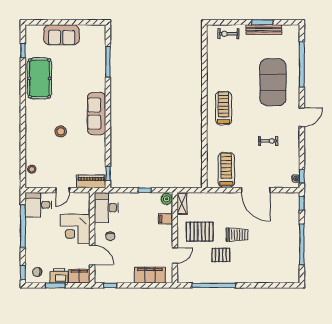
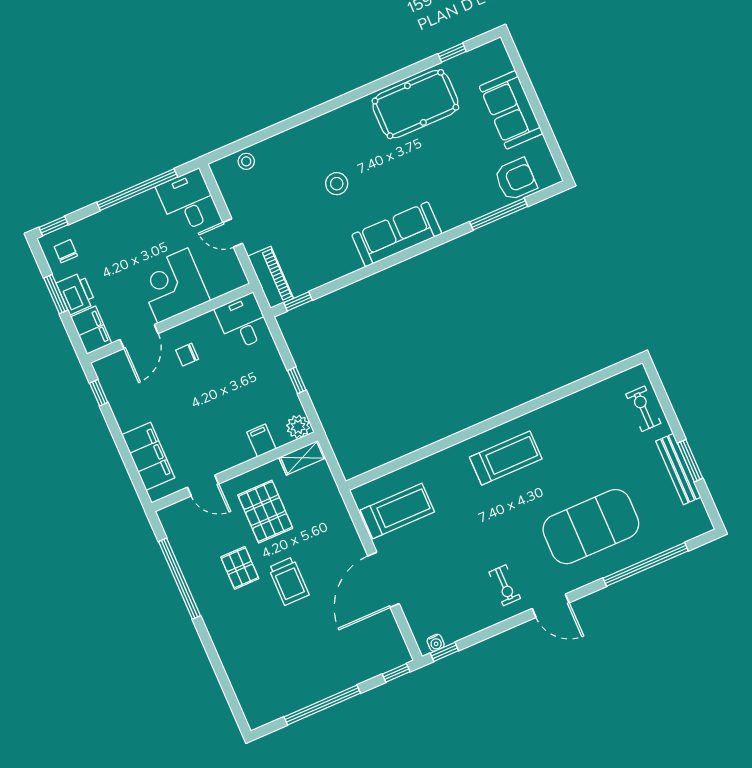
armchair: (95, 47) -> (516, 179), added
exercise bike: (268, 141) -> (505, 585), moved
desk: (106, 208) -> (243, 322), width x0.73

